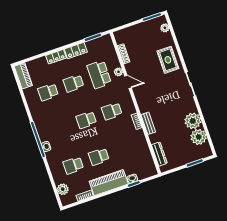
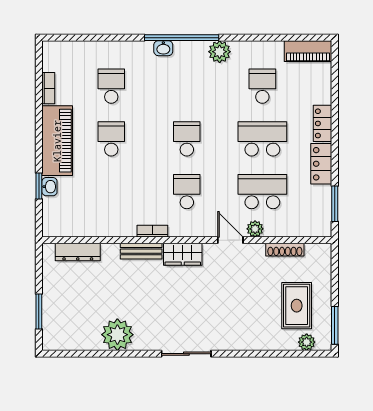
rug: (168, 60) -> (297, 306), moved, turned 90
door: (128, 82) -> (230, 240), swing flipped
school desk: (74, 83) -> (262, 139), width x1.85
wardrobe: (143, 103) -> (183, 254), added
plant: (199, 137) -> (84, 335), removed
plant: (63, 189) -> (220, 52), moved

